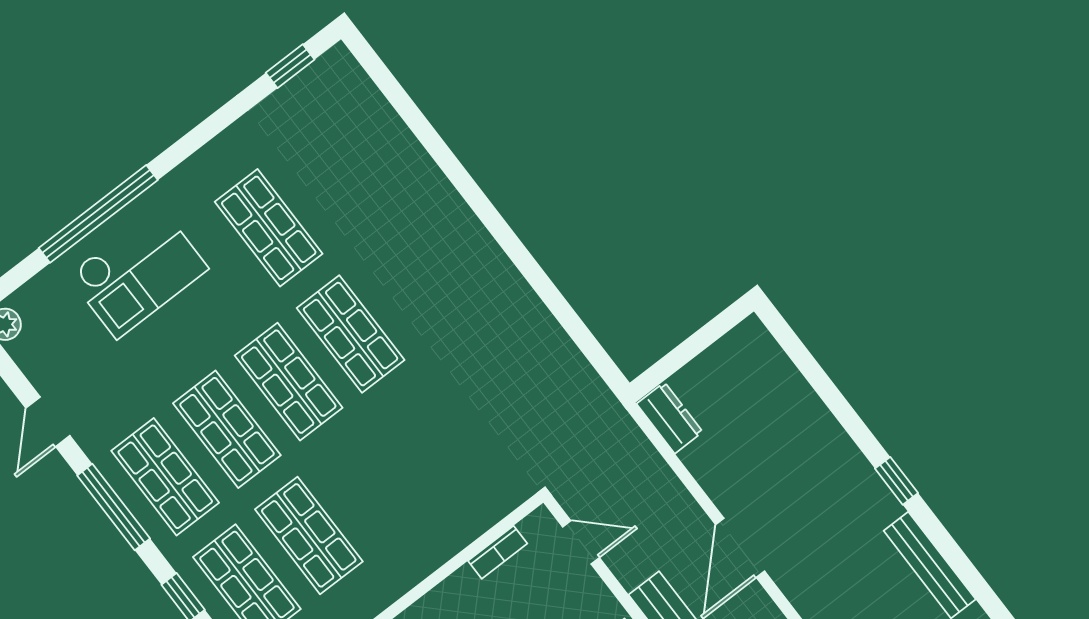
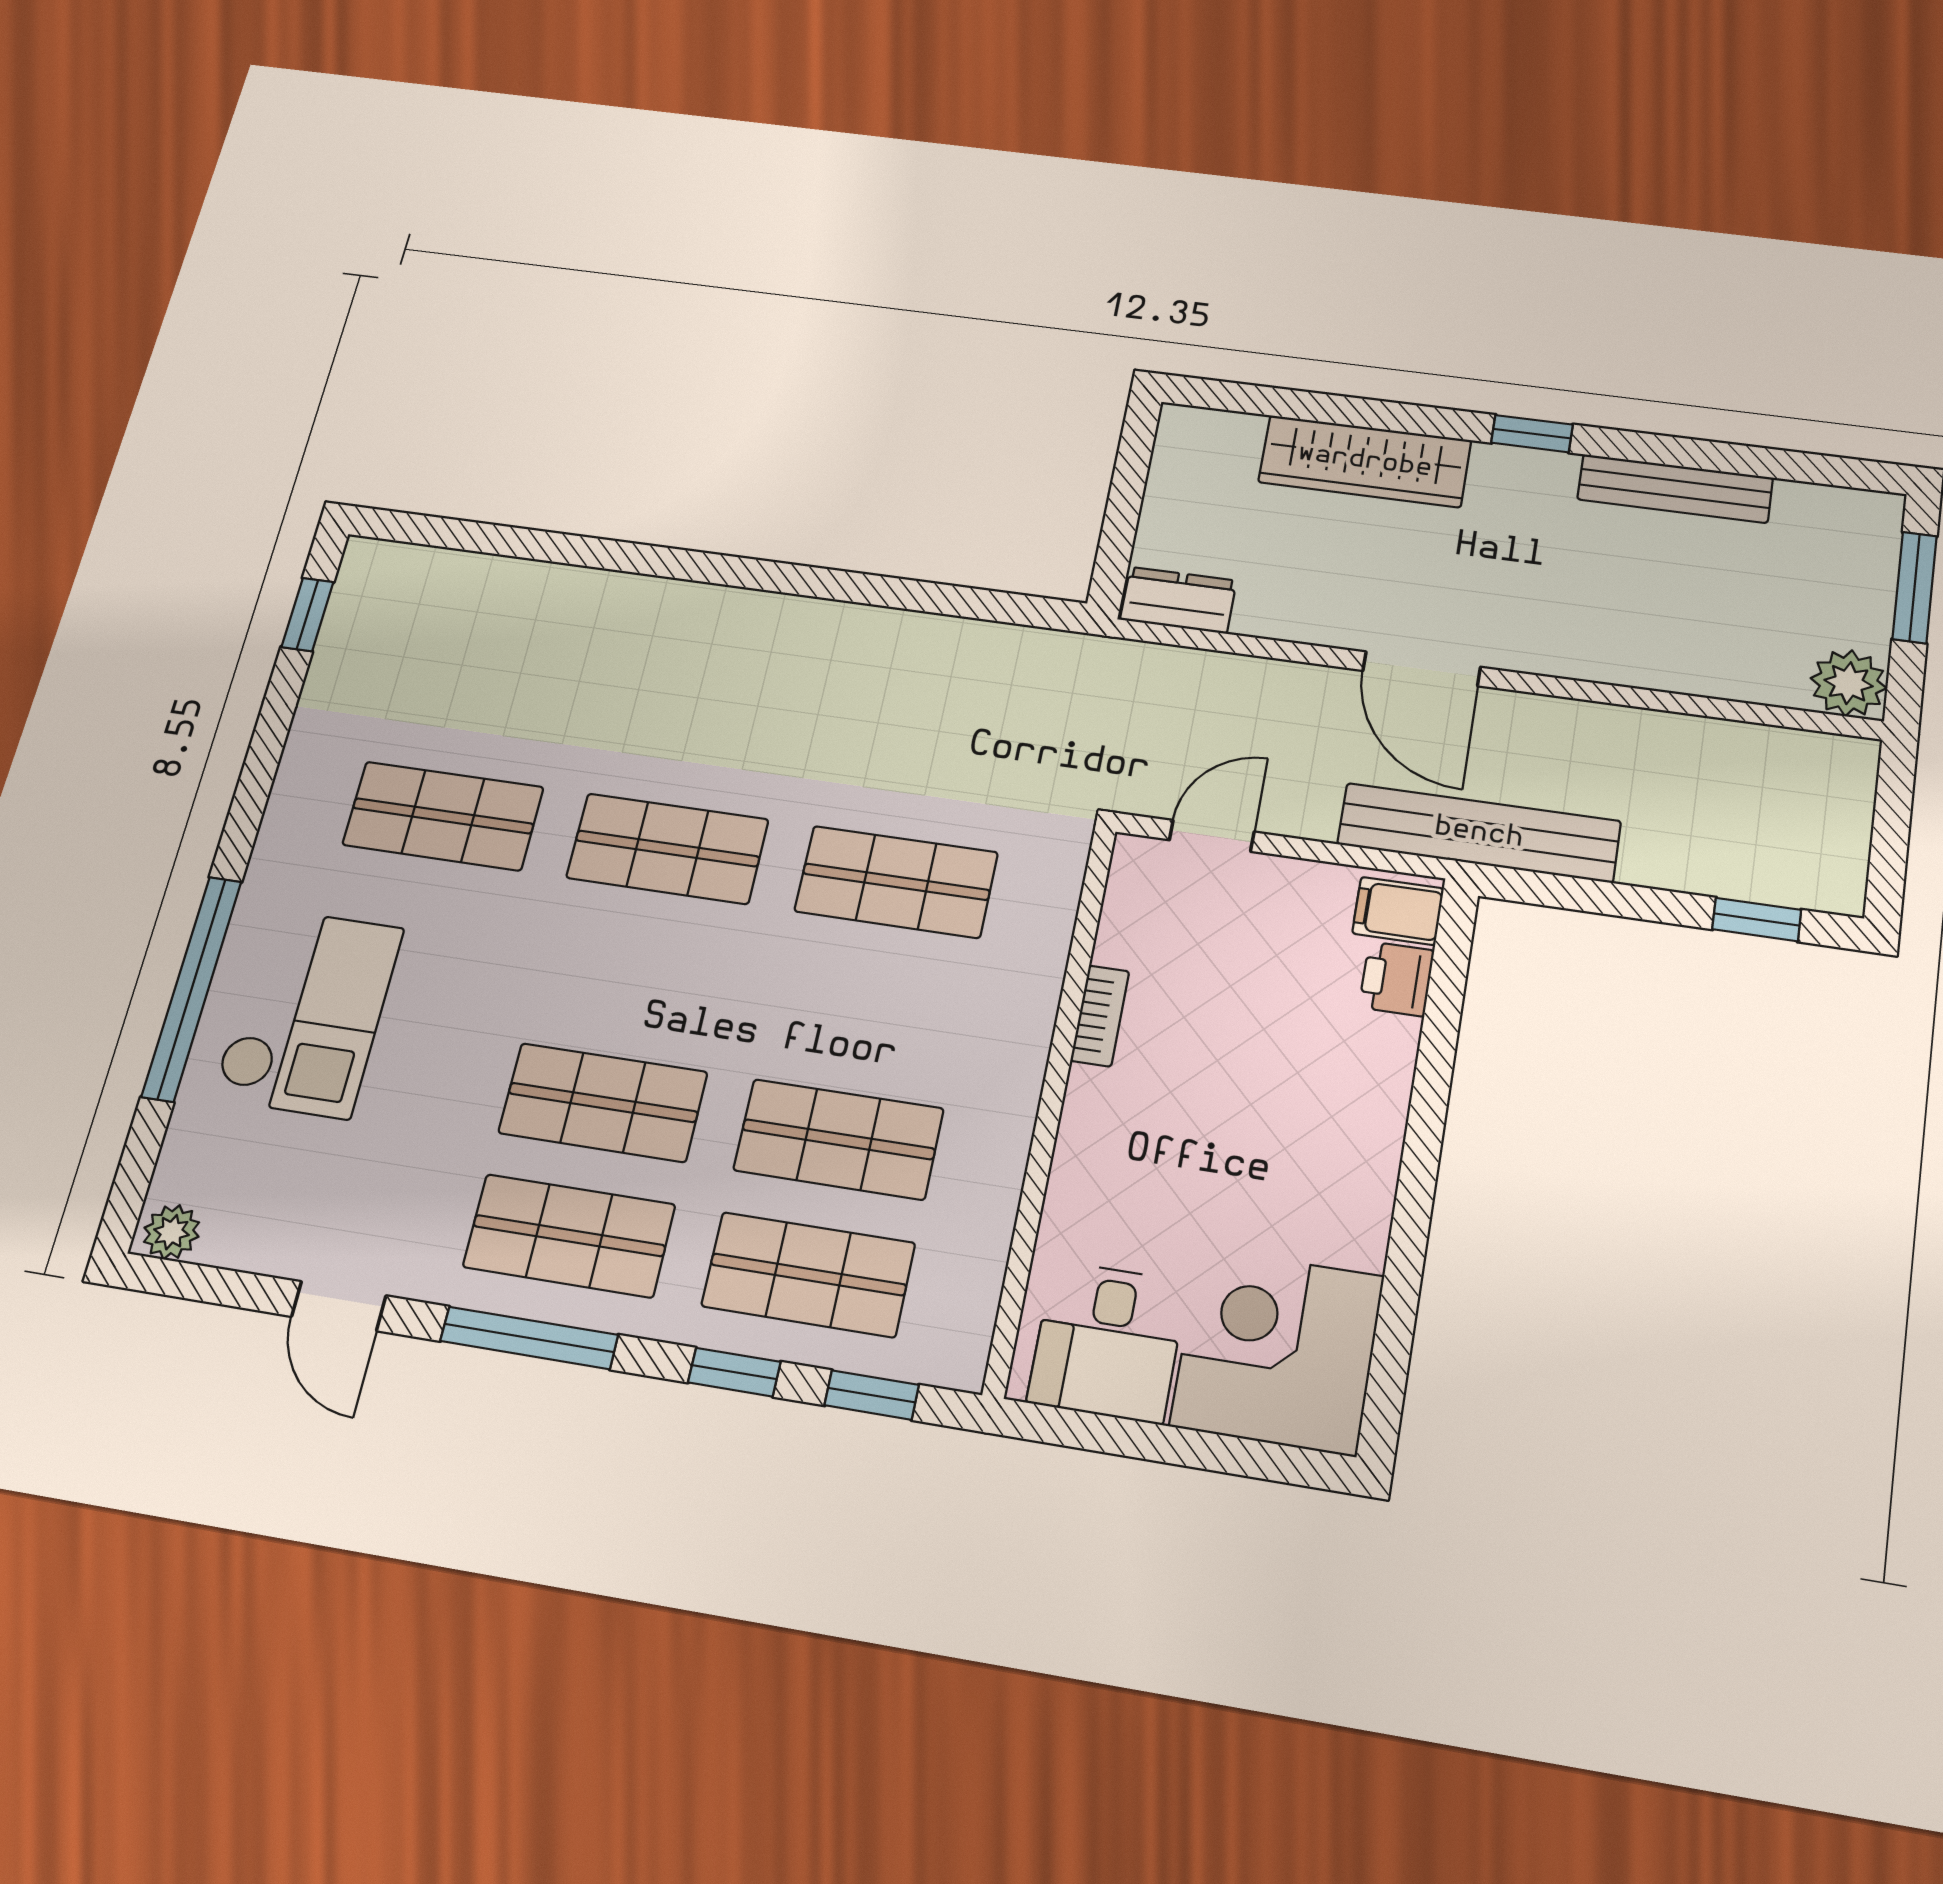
shop shelf: (289, 382) -> (896, 882), moved
wardrobe: (813, 426) -> (1365, 461), added
bookcase: (498, 552) -> (1100, 1016), moved

